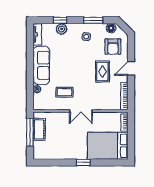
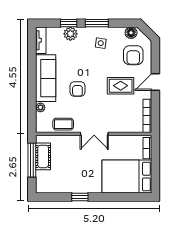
window: (93, 20) -> (97, 23), moved
rug: (102, 71) -> (121, 86), turned 90
armchair: (67, 74) -> (77, 89), added
coffee table: (64, 92) -> (63, 124), moved
window: (83, 163) -> (80, 197), moved

